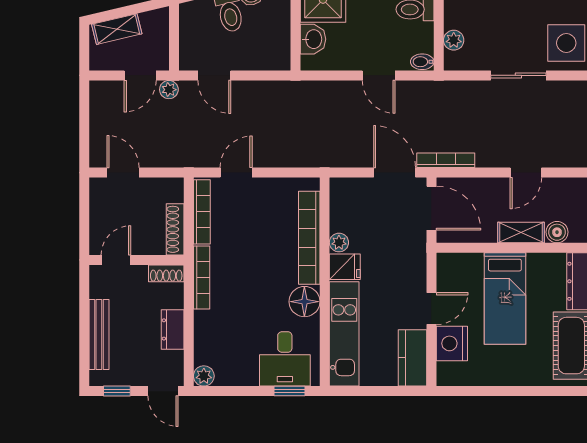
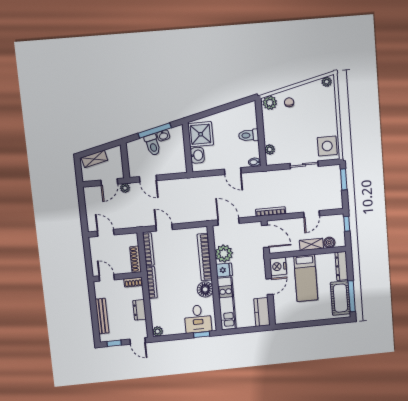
door: (236, 173) -> (164, 228), hinge flipped
door: (395, 173) -> (228, 222), moved
plant: (339, 243) -> (224, 254), width x1.87, depth x1.87
door: (116, 260) -> (107, 278), hinge flipped
nightstand: (452, 343) -> (278, 266), moved

